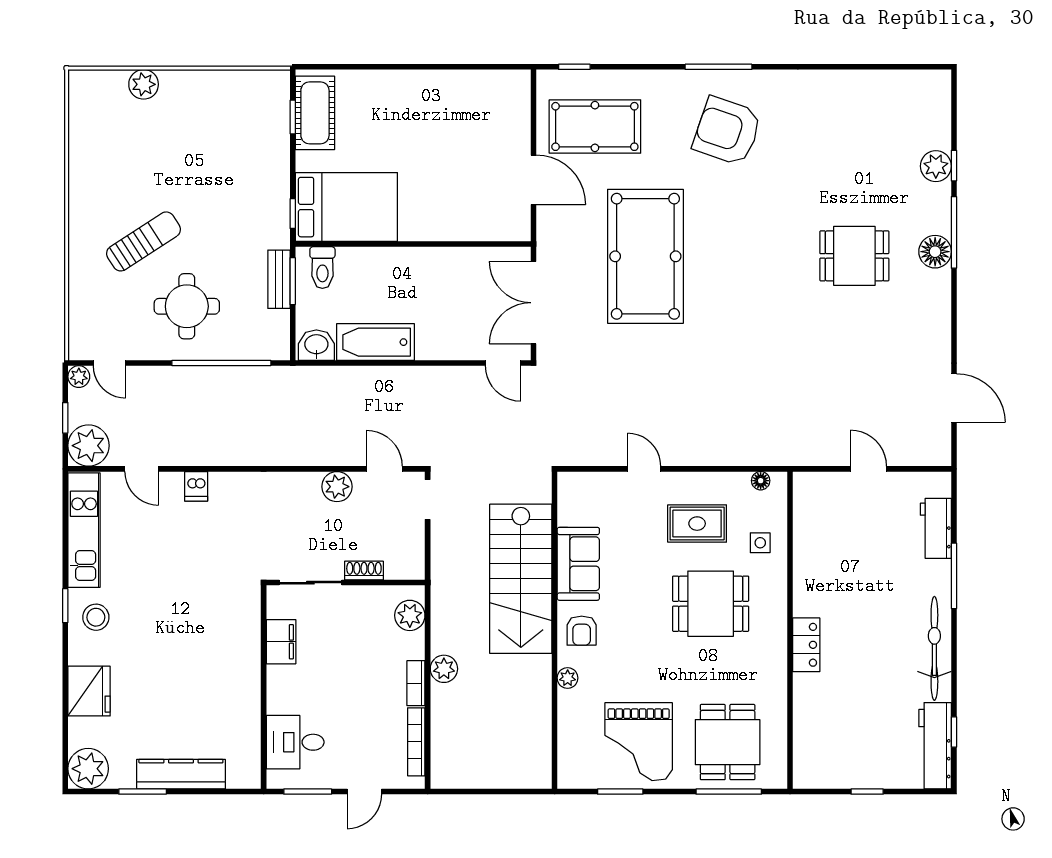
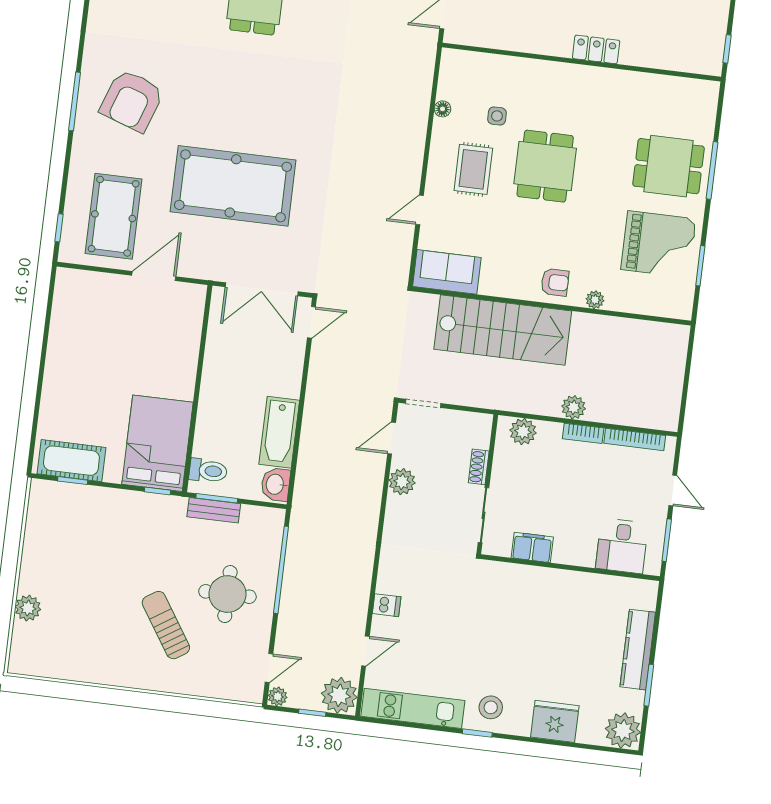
sofa: (578, 564) -> (447, 272), moved
wall: (790, 630) -> (582, 62), moved
locker: (806, 645) -> (596, 49), moved

